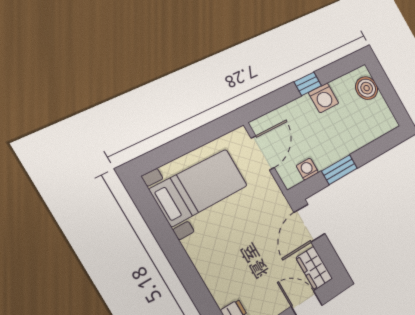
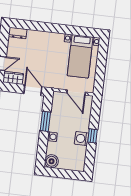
boiler: (367, 88) -> (52, 161), moved
washing machine: (307, 169) -> (52, 137), moved

